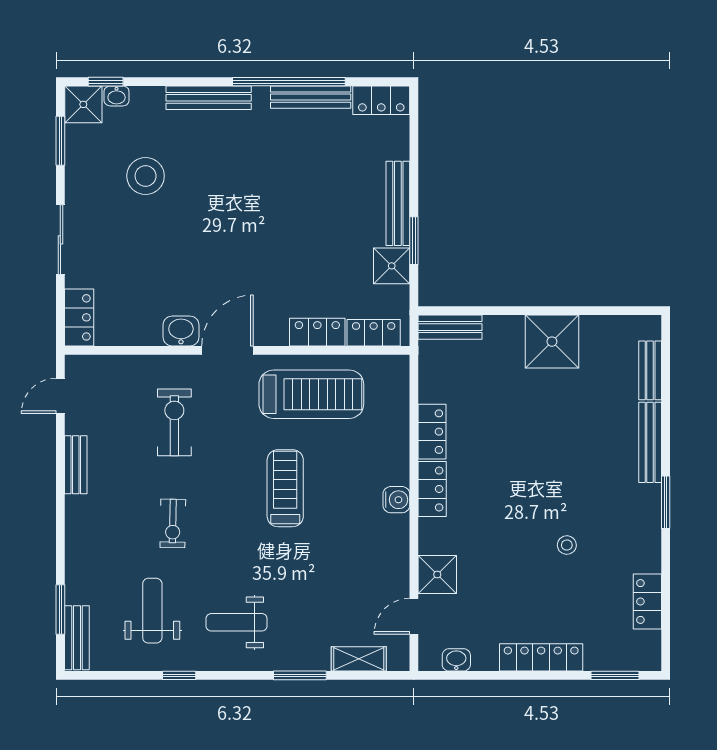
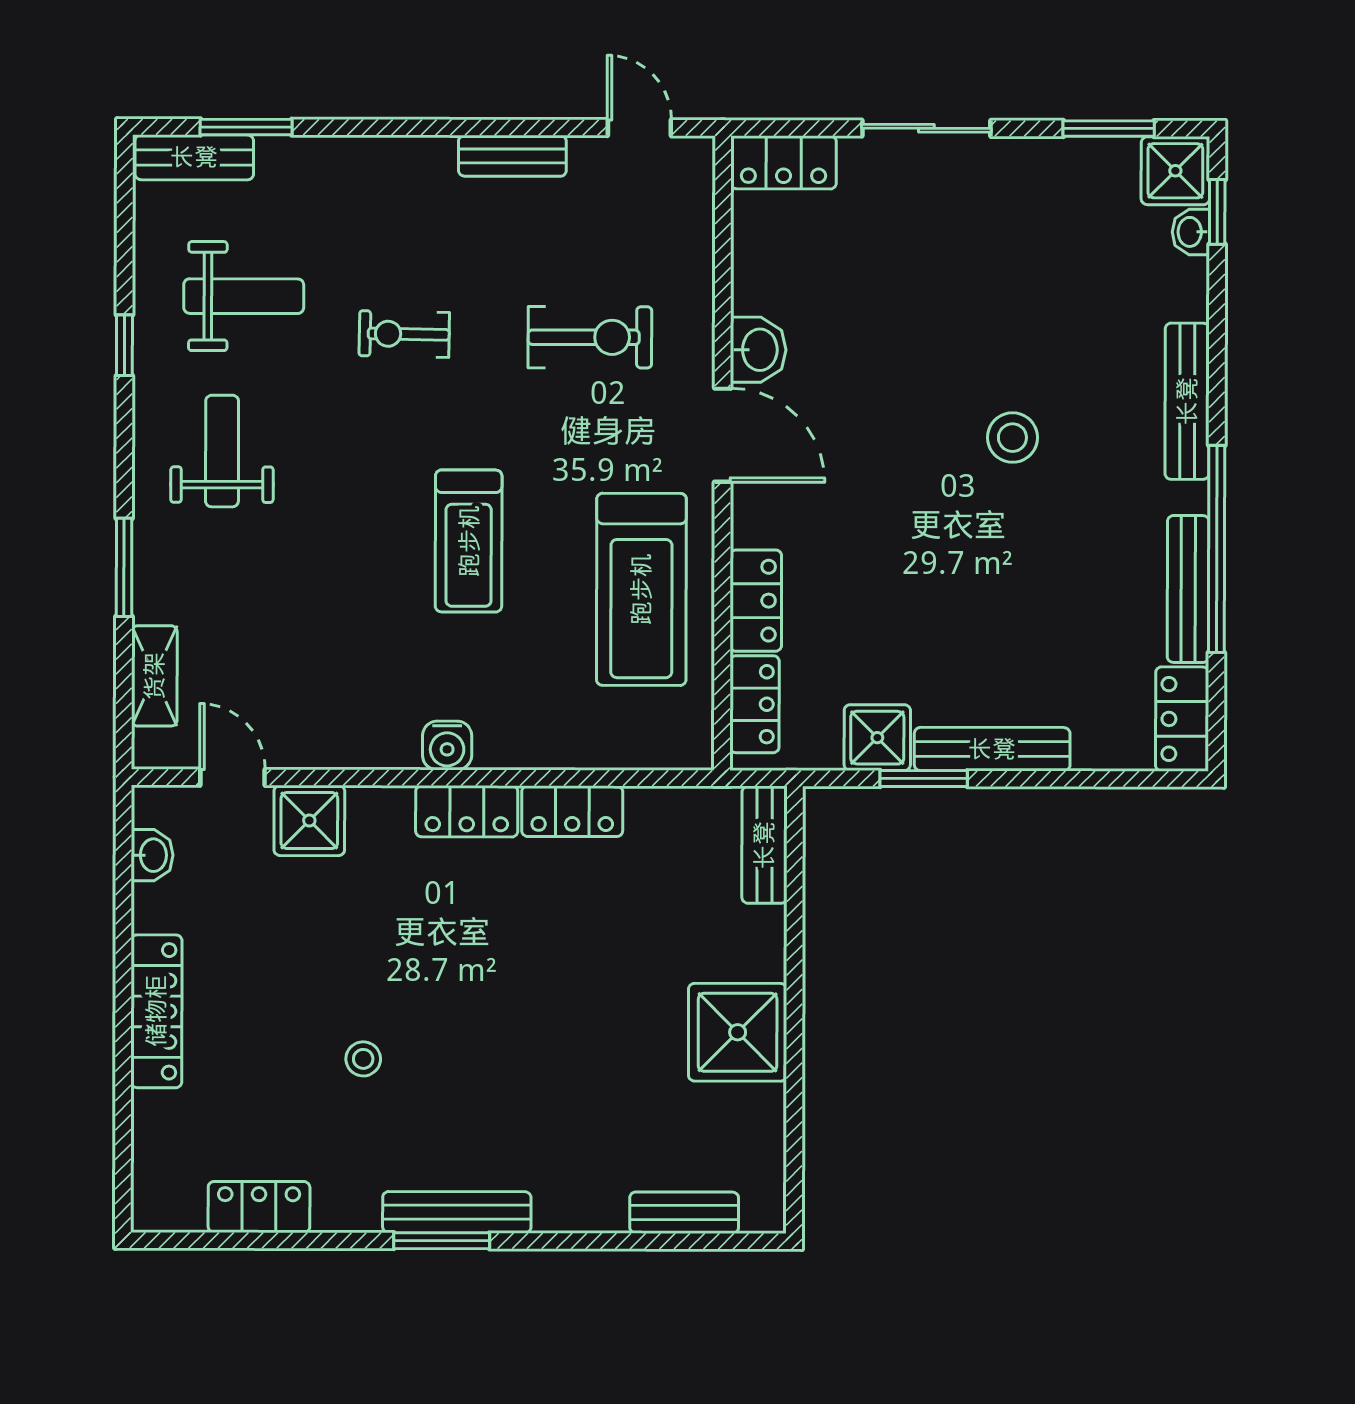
stool: (146, 176) -> (1012, 438), moved, width x0.73, depth x0.73
bench: (650, 442) -> (457, 1212), moved
treadmill: (285, 488) -> (469, 541), turned 90
window: (615, 675) -> (123, 1147), removed

